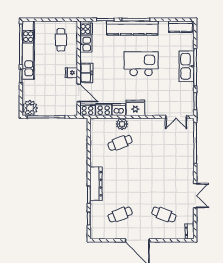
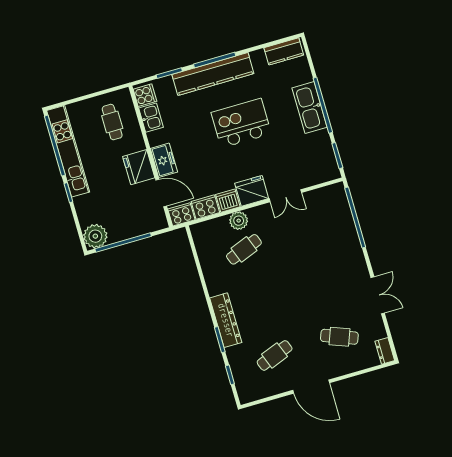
fridge: (71, 73) -> (139, 167), width x1.88, depth x1.34
double door: (176, 117) -> (285, 196), moved

